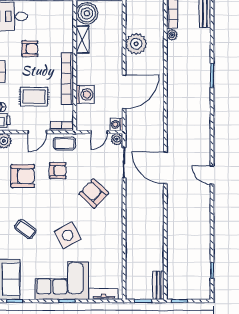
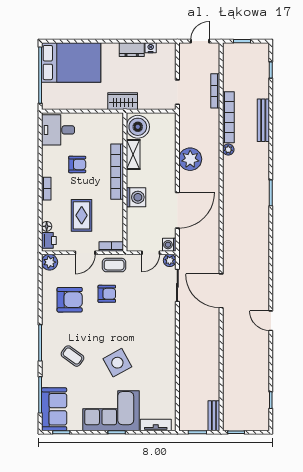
bookcase: (67, 79) -> (117, 172), moved
washing machine: (85, 95) -> (136, 197), moved
rug: (34, 97) -> (82, 215), turned 90
door: (212, 175) -> (271, 321), moved
armchair: (94, 193) -> (145, 318), removed

